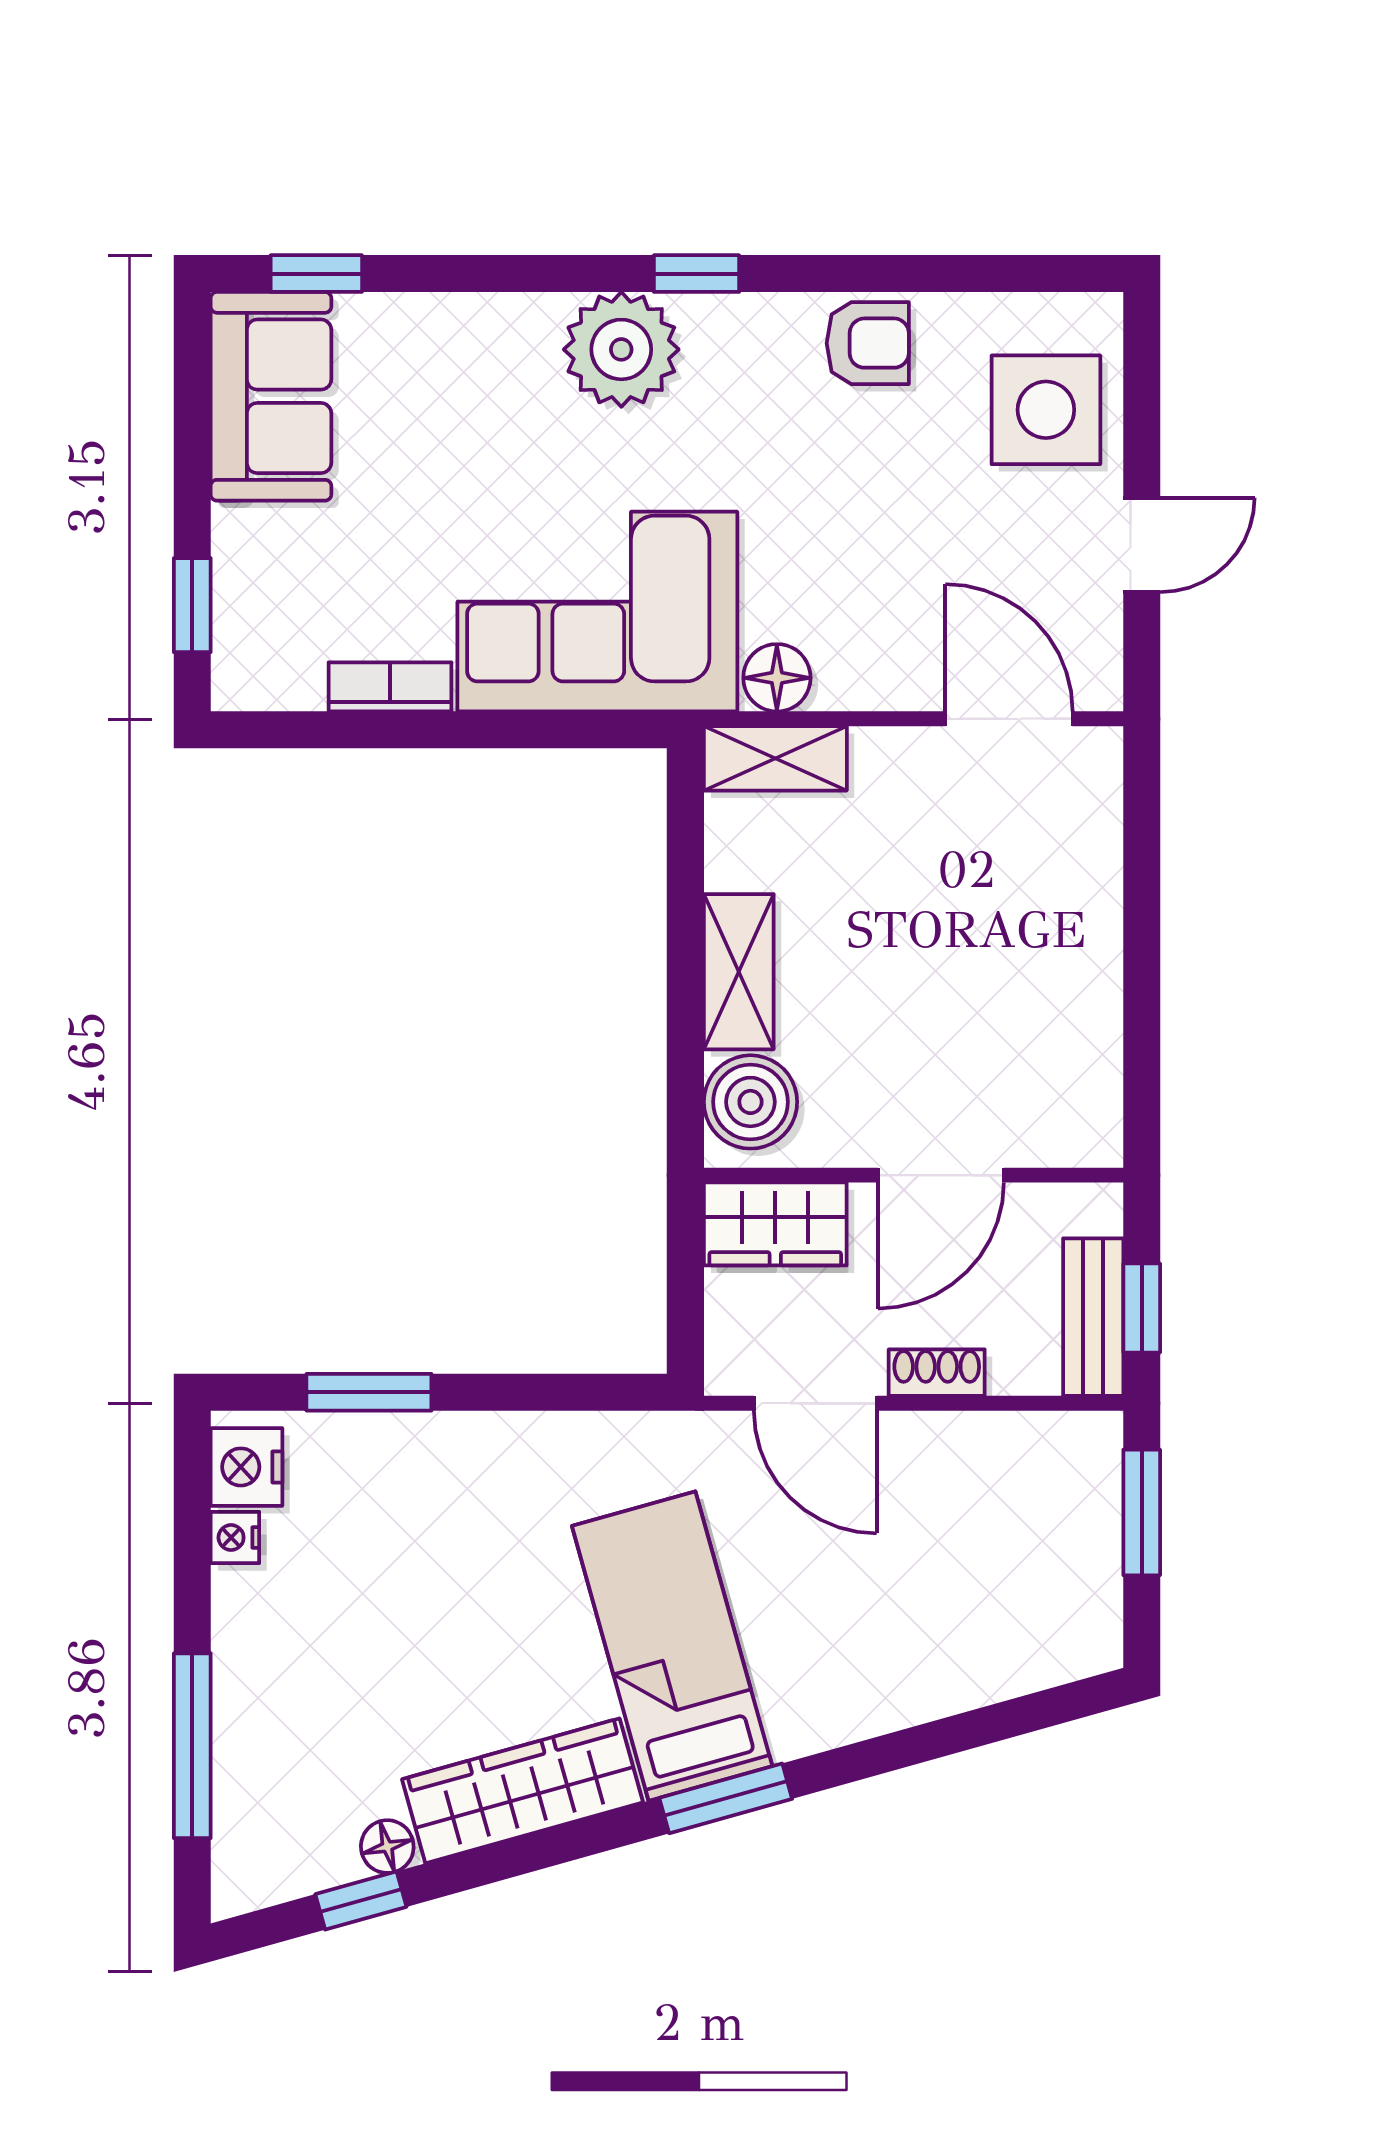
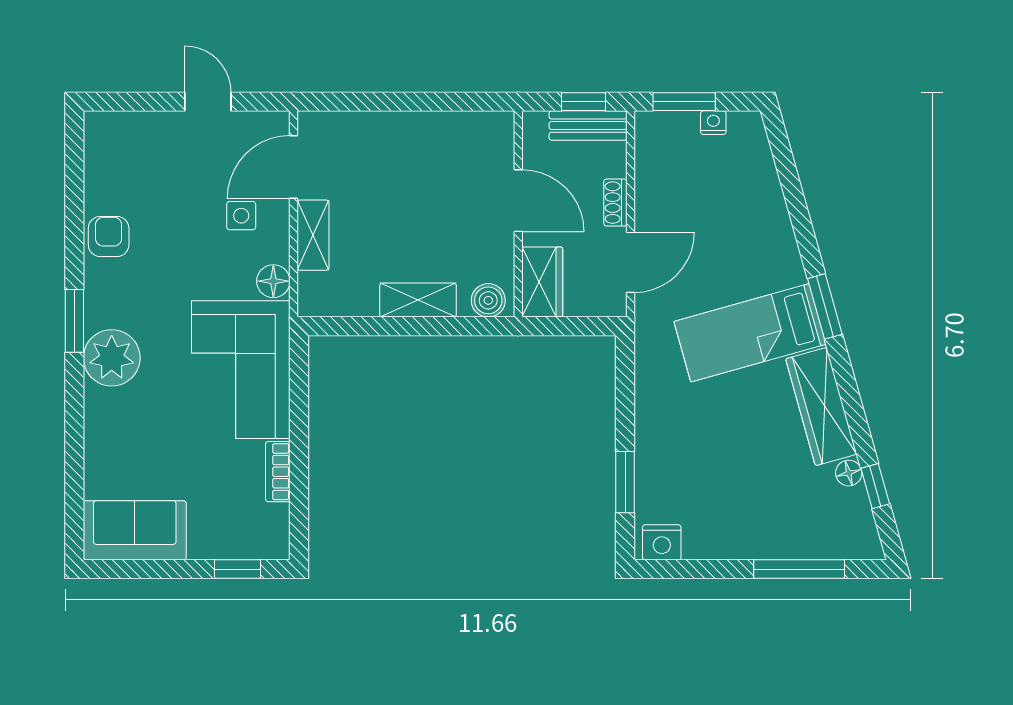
window: (316, 274) -> (74, 508), removed
window: (697, 274) -> (74, 321), width x1.50
side table: (1046, 410) -> (241, 216), moved, width x0.54, depth x0.54
shelving: (775, 758) -> (313, 235), moved
boiler: (750, 1102) -> (488, 300), width x0.73, depth x0.73
nightstand: (235, 1538) -> (713, 123), moved, turned 180

